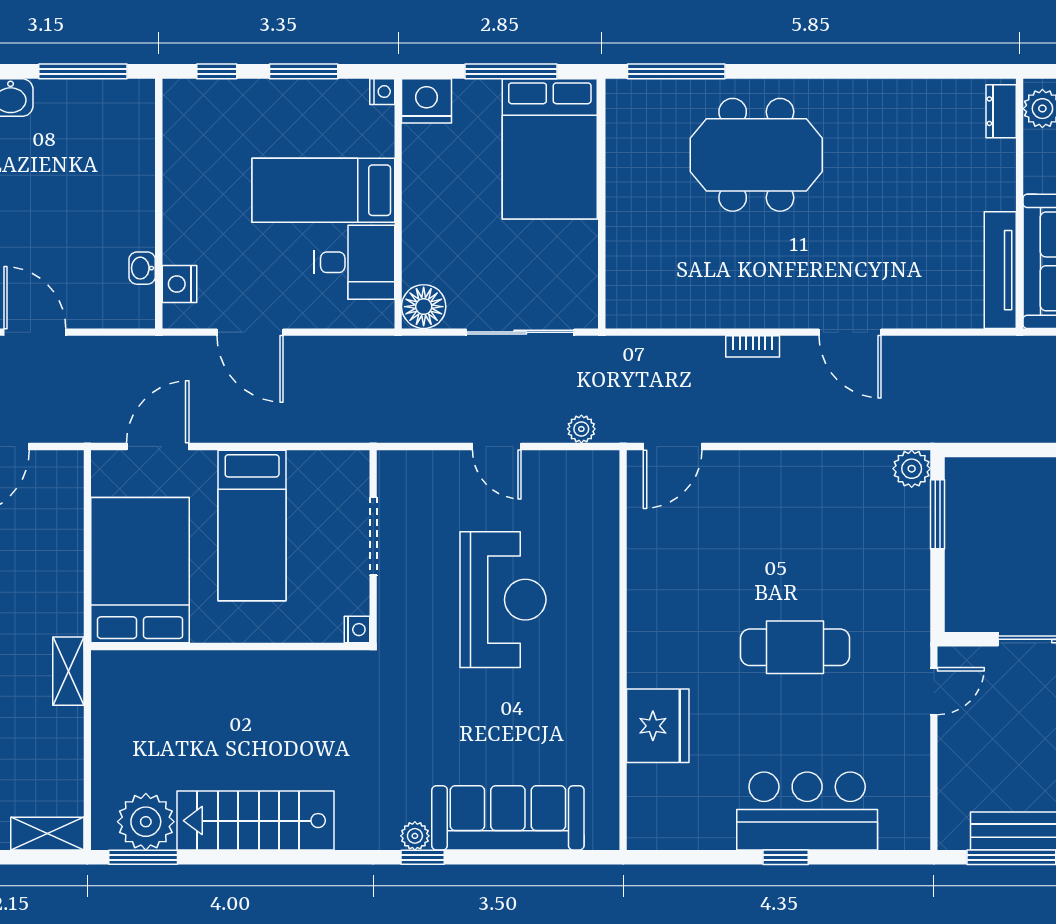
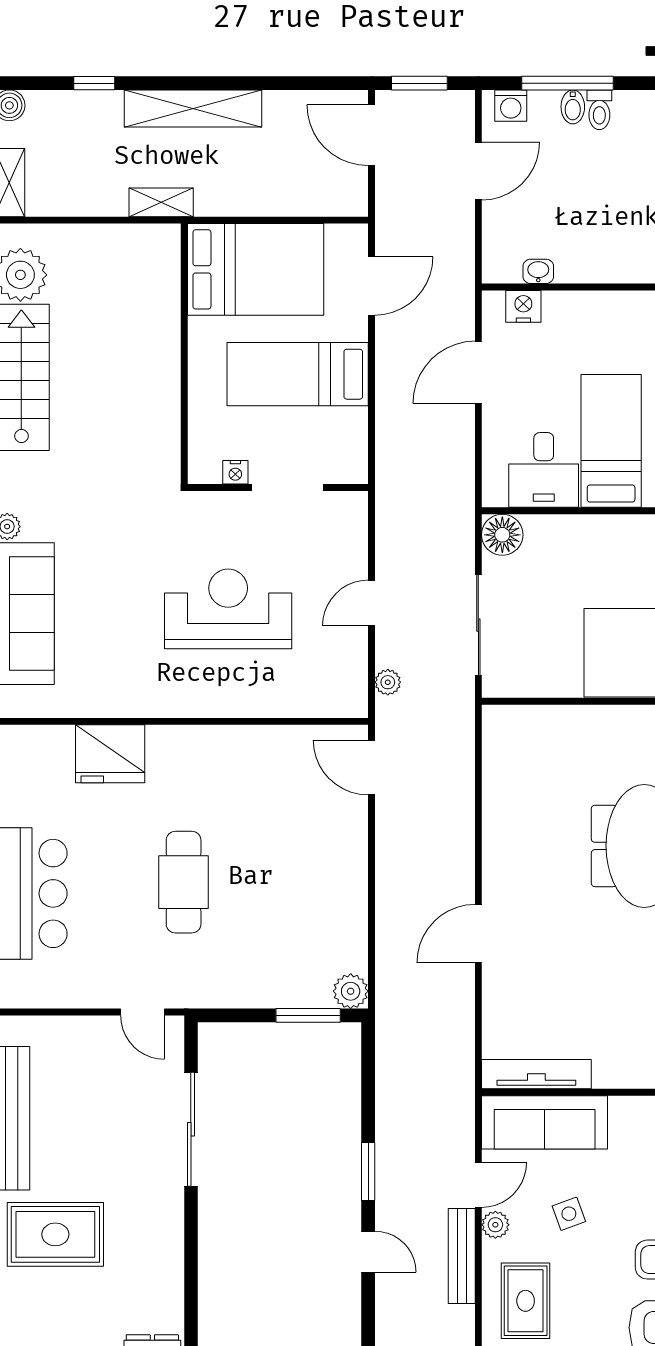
bookcase: (753, 346) -> (465, 842), removed
door: (158, 446) -> (371, 286), hinge flipped
reception desk: (503, 600) -> (228, 609), turned 180
nightstand: (357, 630) -> (235, 472), moved

